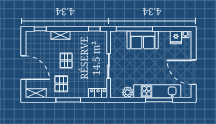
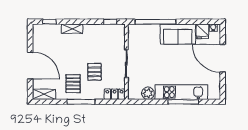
sofa: (143, 40) -> (178, 34), moved
pallet: (66, 61) -> (94, 72), moved
door: (194, 72) -> (223, 58), moved

